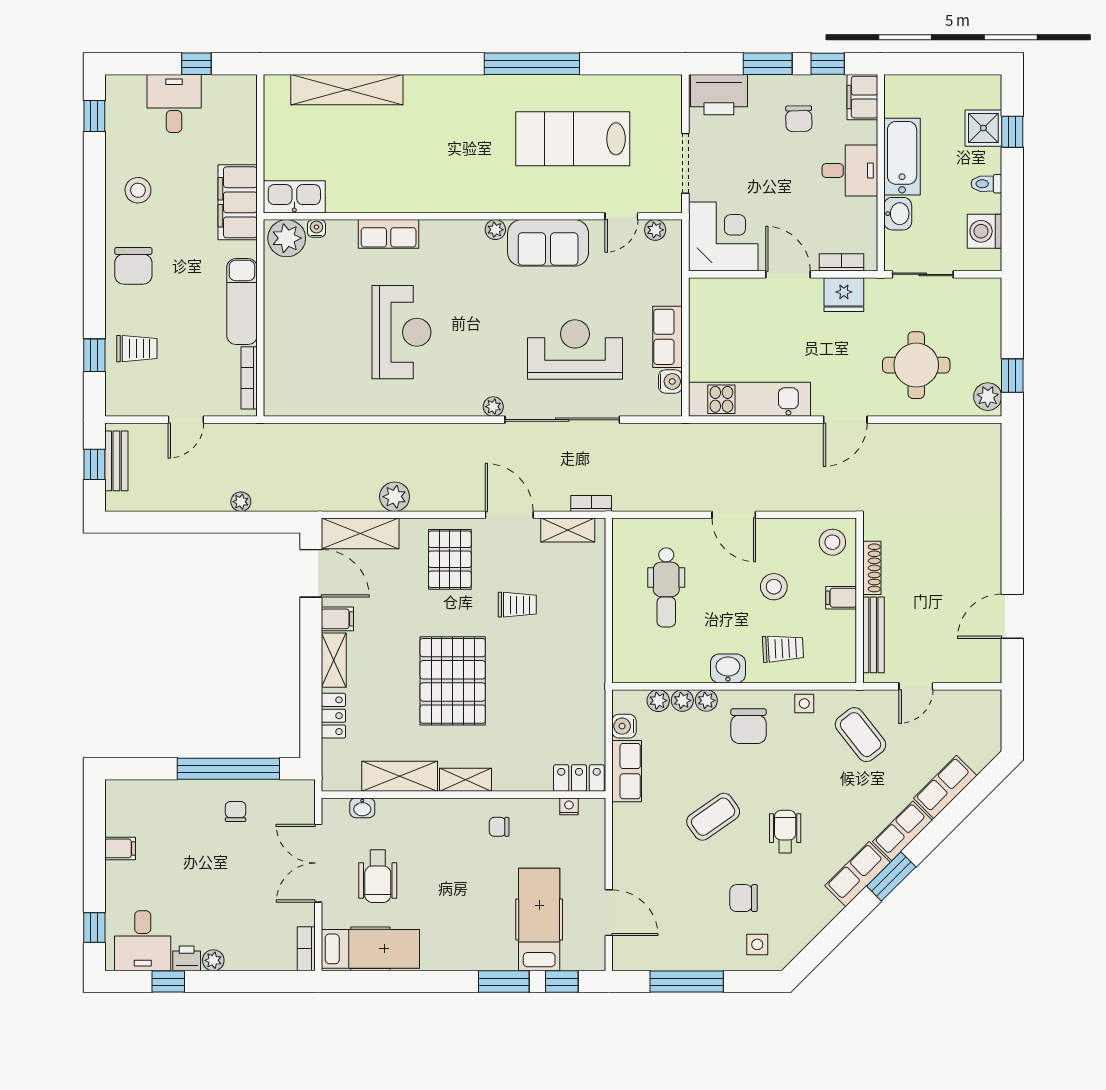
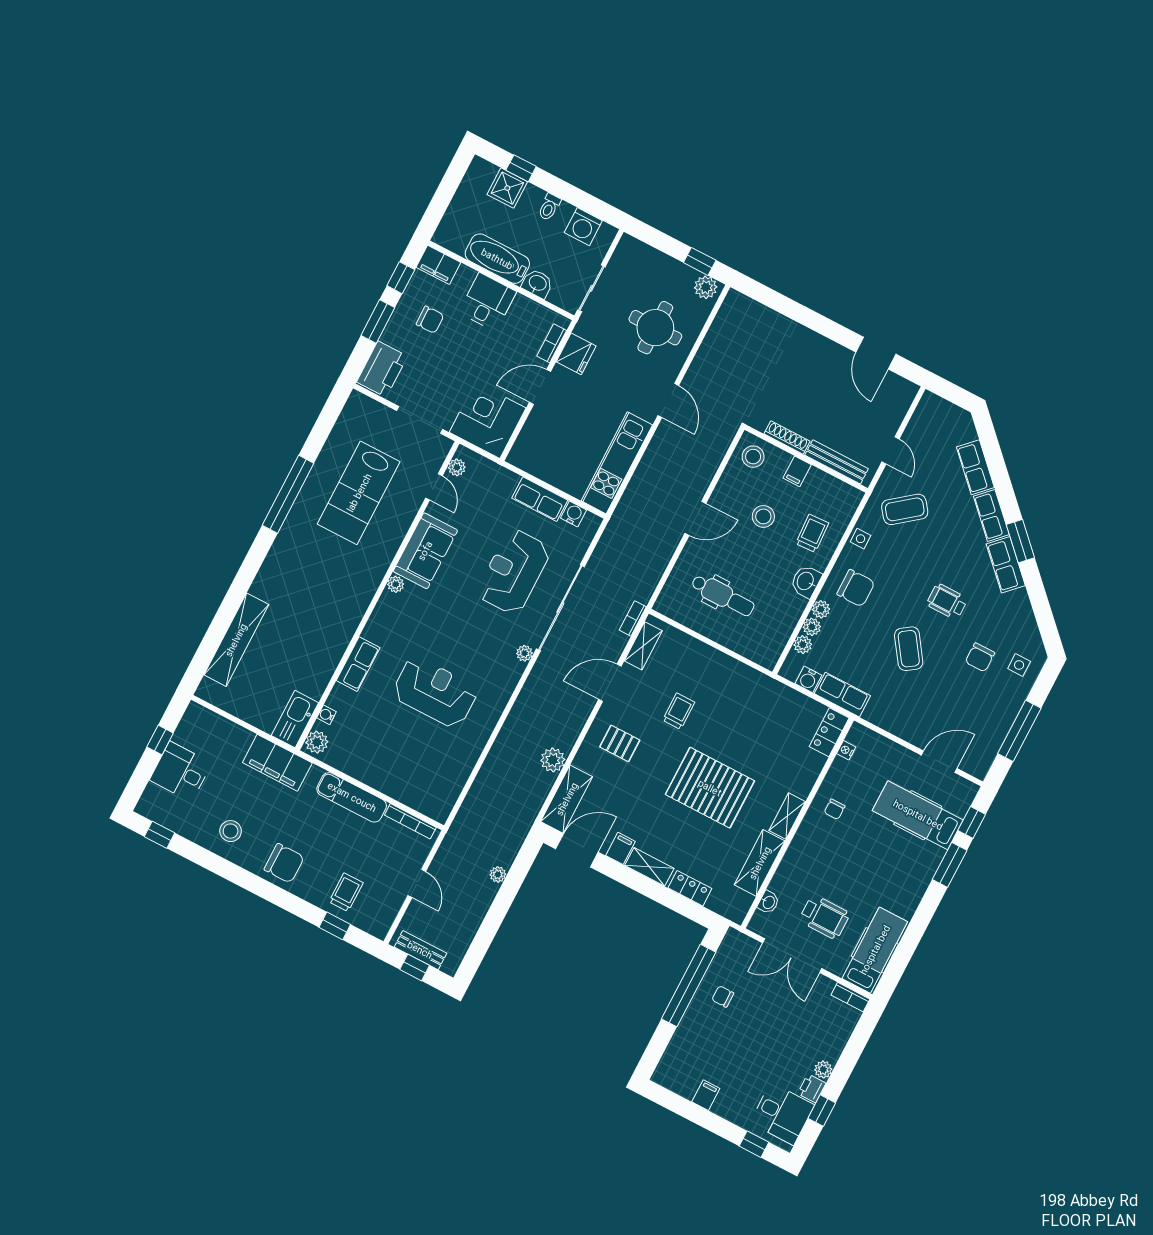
plant: (287, 238) -> (317, 742), width x0.73, depth x0.73
pallet: (450, 559) -> (620, 743), width x0.67, depth x0.71

